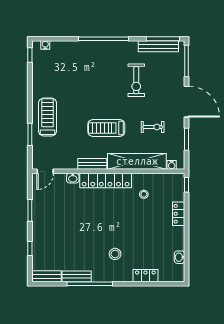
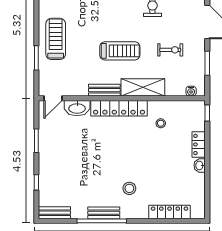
treadmill: (106, 128) -> (120, 51), turned 180
shelving: (137, 161) -> (143, 87), width x0.68
washbasin: (73, 178) -> (77, 108), width x1.91, depth x1.45
washbasin: (180, 257) -> (200, 165), moved
bench: (77, 276) -> (104, 213), moved
locker: (145, 276) -> (170, 212), width x1.53

